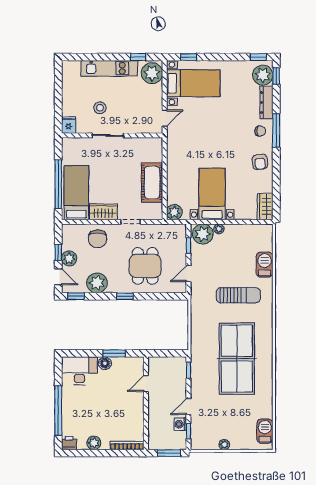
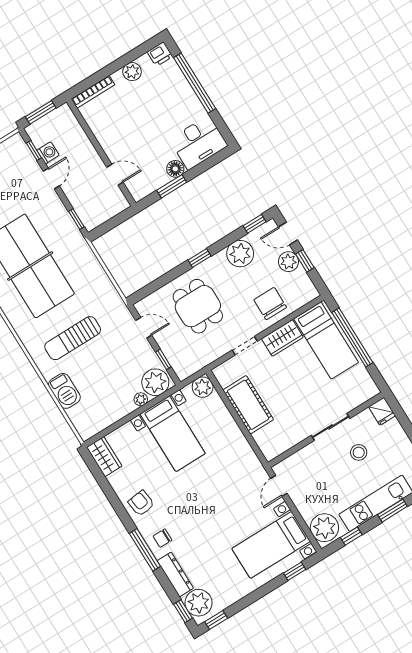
window: (101, 57) -> (393, 511), added
door: (188, 274) -> (144, 328), hinge flipped
door: (146, 383) -> (115, 175), hinge flipped

